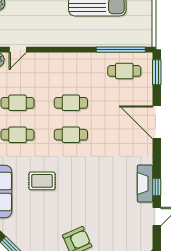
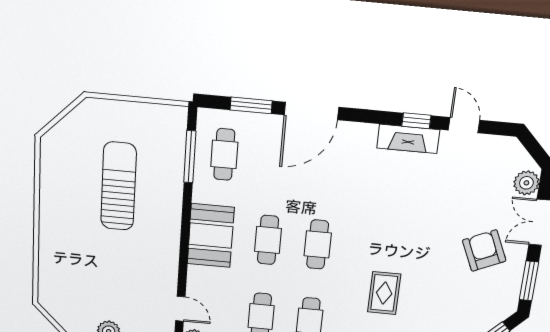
window: (121, 50) -> (190, 157), width x0.68
booth: (70, 66) -> (211, 236), added
window: (157, 72) -> (251, 105), moved

